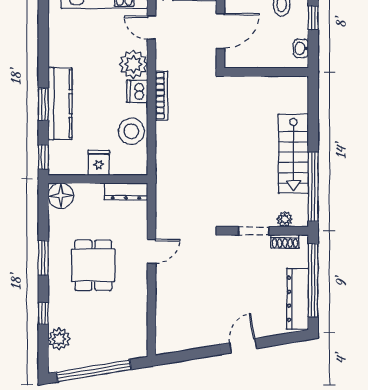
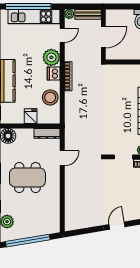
door: (151, 27) -> (62, 35), swing flipped
door: (151, 251) -> (62, 158), moved
dining table: (93, 265) -> (27, 178), width x1.38

